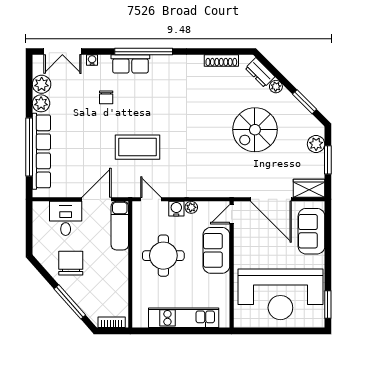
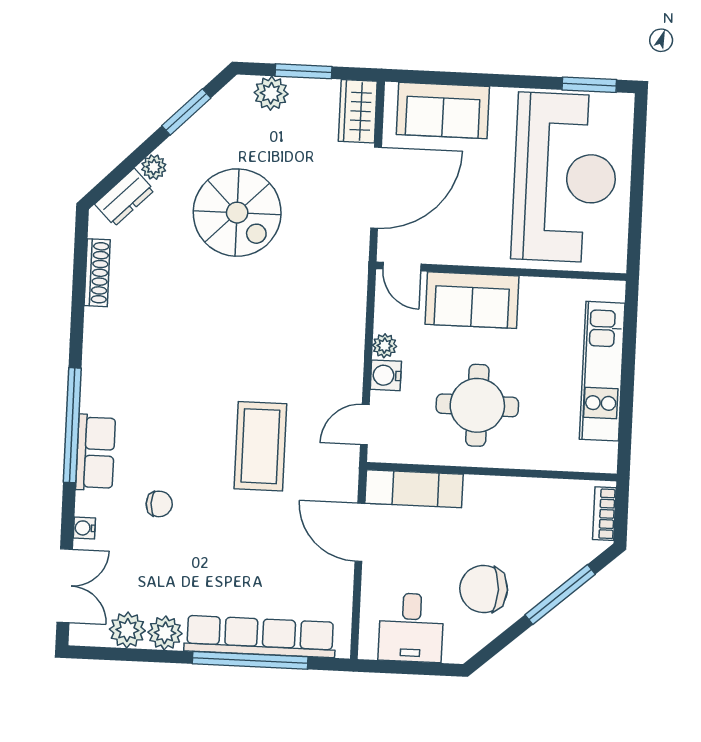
desk: (66, 218) -> (411, 628), moved, turned -90

